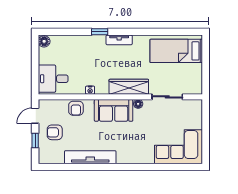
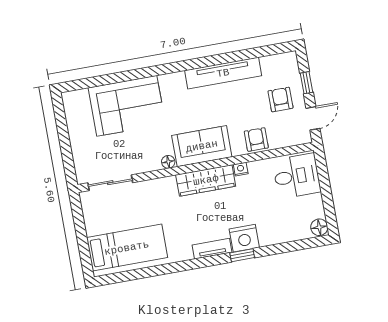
nightstand: (96, 43) -> (244, 238), added
wardrobe: (129, 87) -> (206, 180), moved
sliding door: (167, 97) -> (110, 183), moved
armchair: (55, 132) -> (281, 99), turned -90
corner sofa: (179, 147) -> (127, 106), moved

